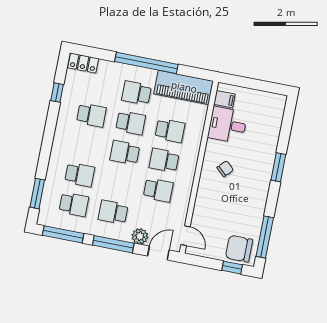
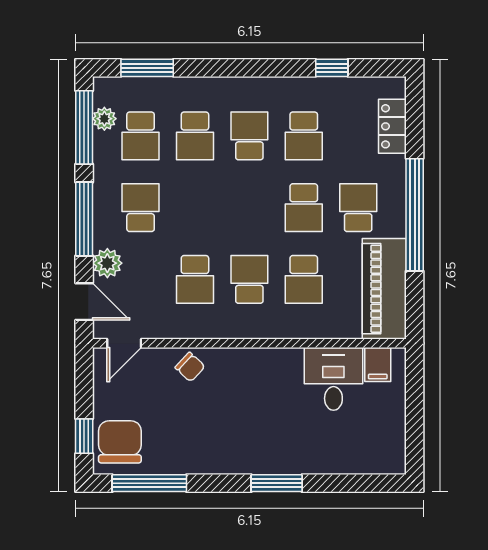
locker: (83, 63) -> (392, 126), moved
school desk: (125, 153) -> (249, 136), moved
chair: (225, 169) -> (190, 367), moved
plant: (61, 222) -> (104, 119), added

